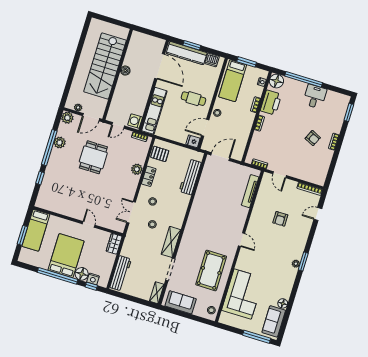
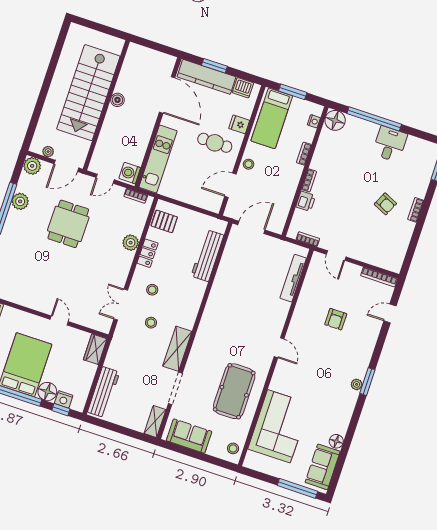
printer: (271, 103) -> (306, 201), moved, width x0.53, depth x0.68
fridge: (193, 141) -> (239, 124), moved

